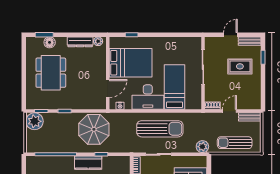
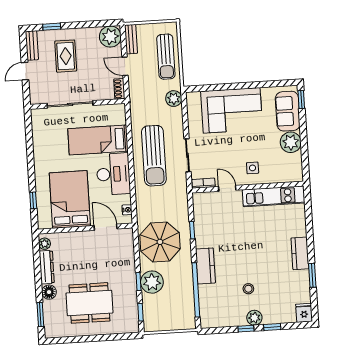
door: (230, 35) -> (25, 71), hinge flipped
floor lamp: (50, 42) -> (49, 292), moved
plant: (253, 101) -> (110, 37), added
plant: (35, 121) -> (152, 282), moved
sun lounger: (160, 129) -> (154, 156), turned 180
kitchen counter: (88, 163) -> (205, 266), moved

